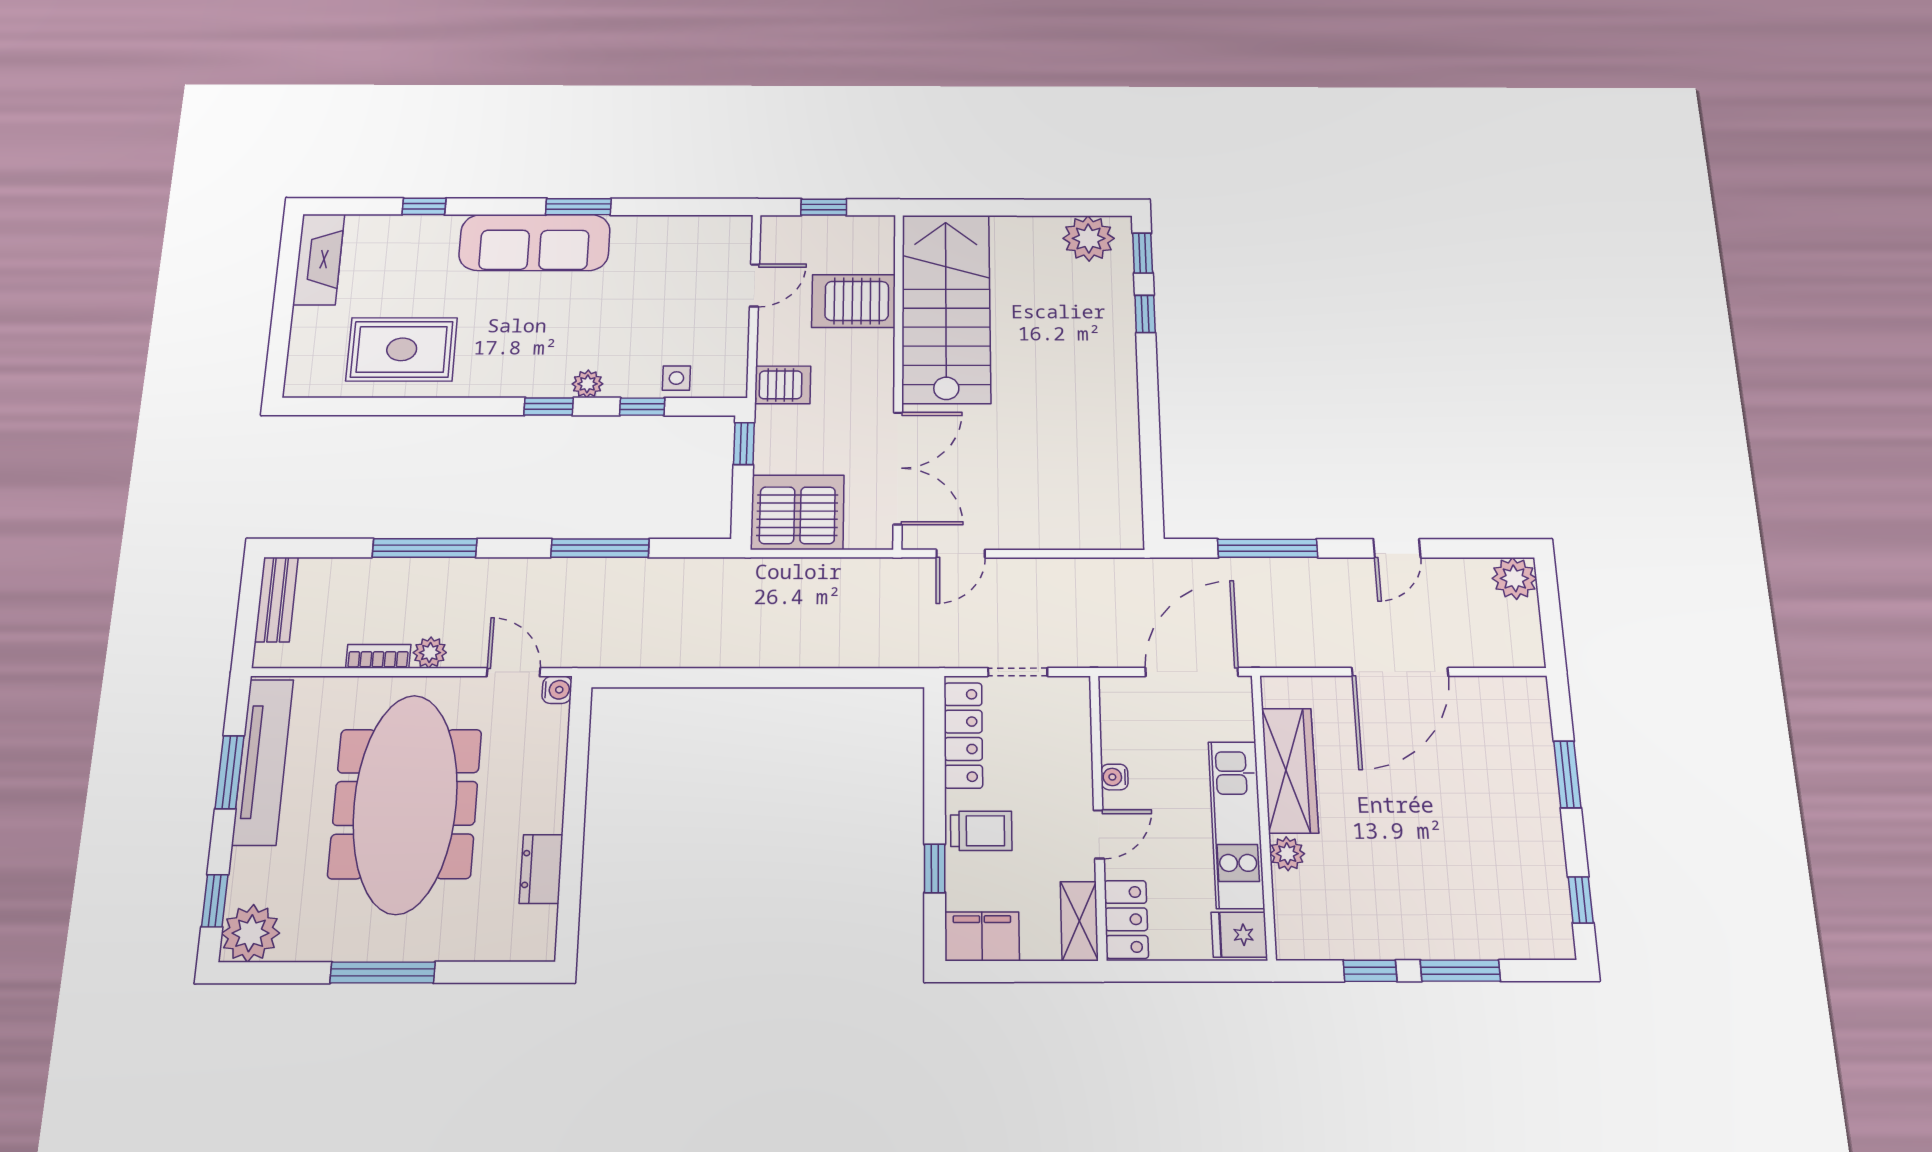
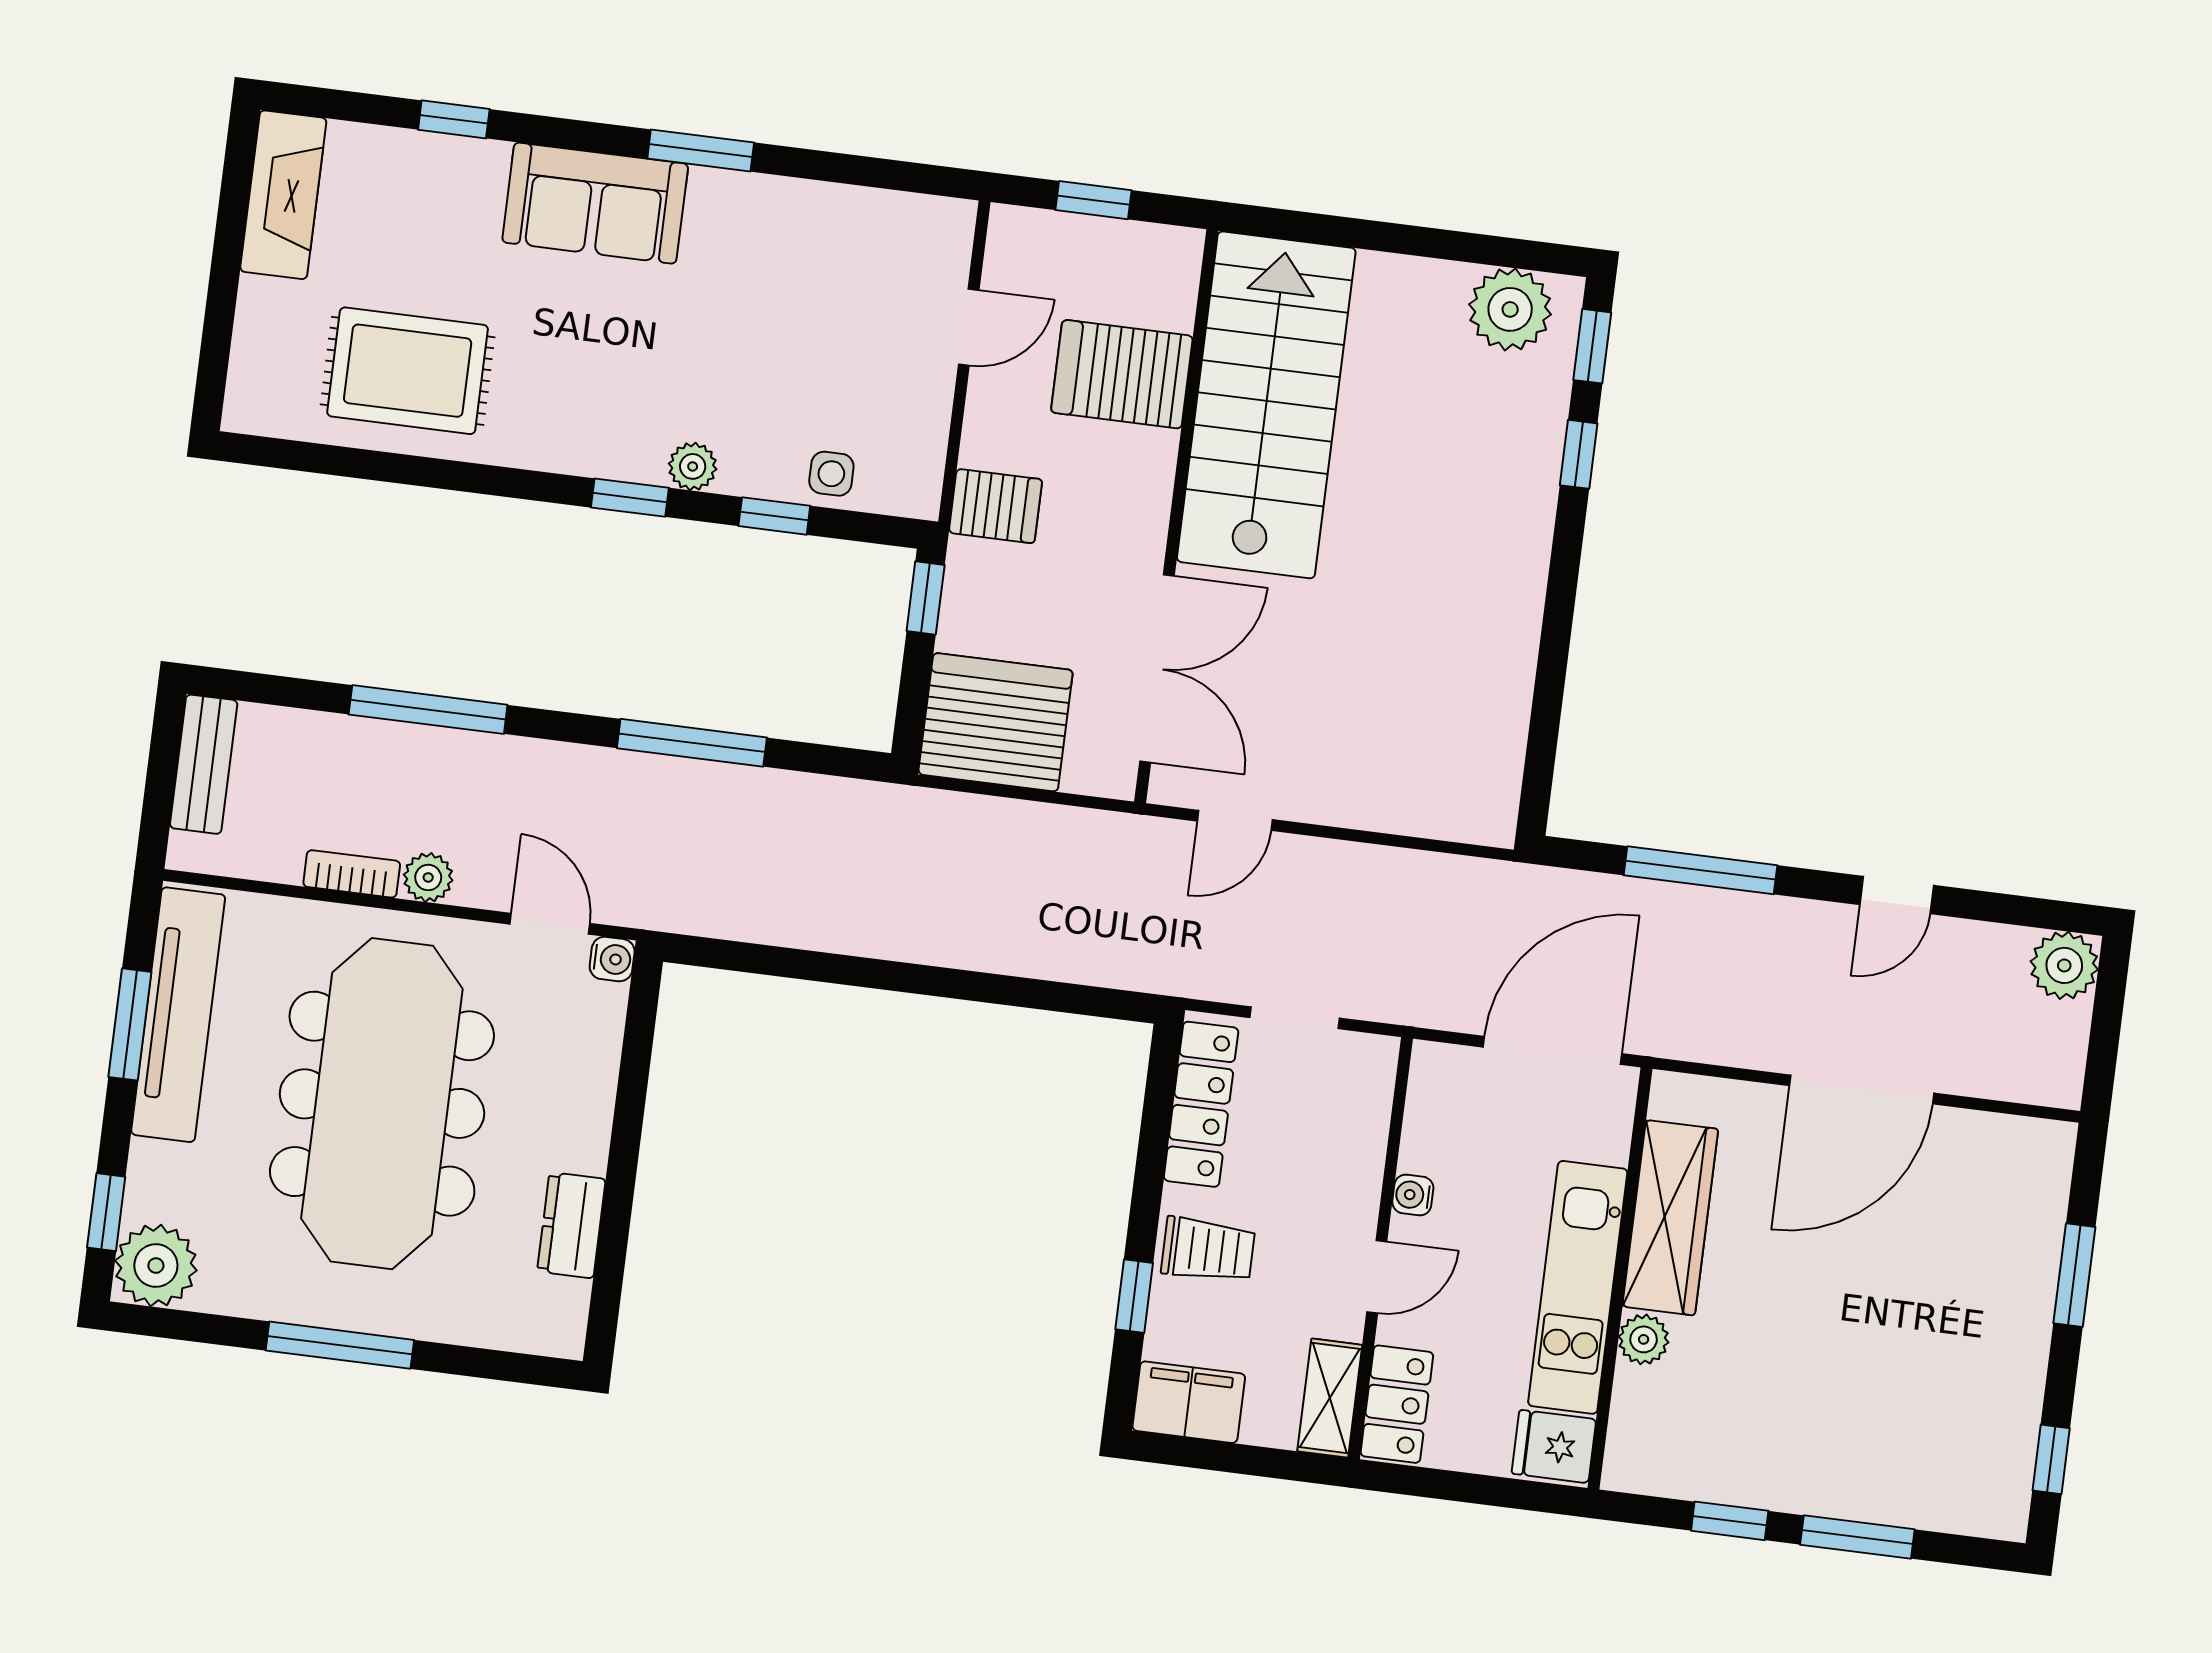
sofa: (535, 243) -> (595, 203), width x0.73

